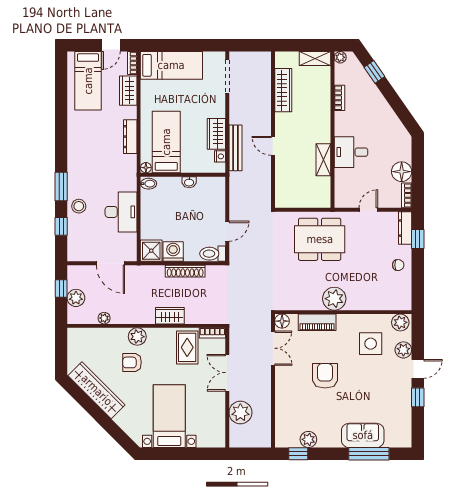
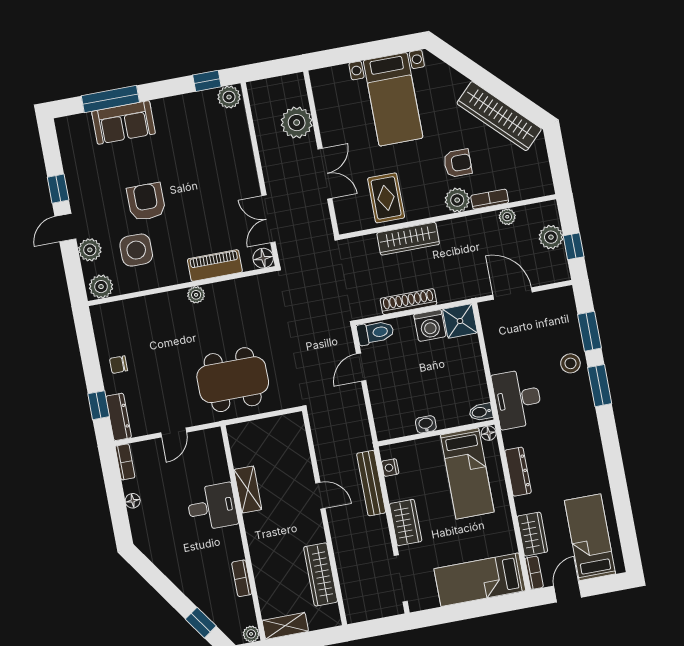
wardrobe: (216, 134) -> (406, 523), moved
floor lamp: (402, 172) -> (133, 501), width x0.53, depth x0.53
desk: (121, 212) -> (517, 399), moved
window: (61, 226) -> (589, 331), width x1.50
plant: (334, 299) -> (196, 295), width x0.53, depth x0.53
wardrobe: (170, 316) -> (408, 239), width x1.50
bookcase: (212, 333) -> (490, 199), moved
armchair: (325, 376) -> (146, 202), moved, turned 180
plant: (308, 439) -> (229, 97), moved

